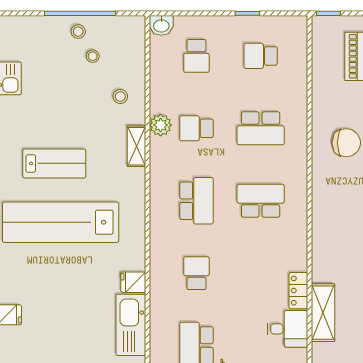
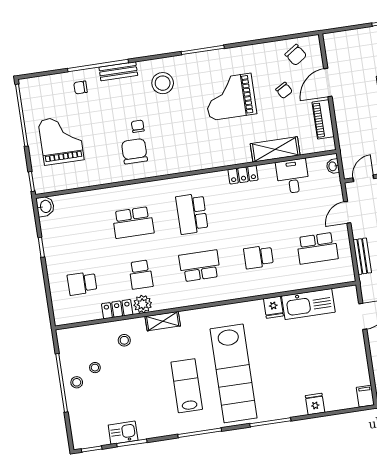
washbasin: (161, 25) -> (45, 206), moved
school desk: (196, 56) -> (82, 283), turned 180
school desk: (261, 56) -> (74, 231), removed
locker: (159, 94) -> (117, 309), added
school desk: (261, 128) -> (133, 222), turned 90
locker: (298, 291) -> (243, 175), moved

